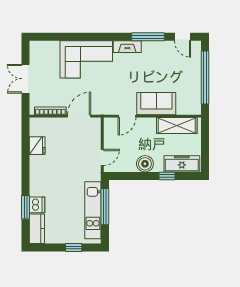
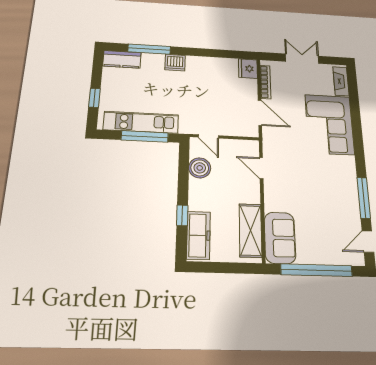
fireplace: (127, 47) -> (341, 81), moved
sofa: (156, 104) -> (280, 238), moved
fridge: (37, 146) -> (248, 69), moved, turned 90
boiler: (145, 164) -> (200, 168), moved
dishwasher: (37, 205) -> (175, 63), moved
window: (26, 207) -> (149, 49), width x1.44

